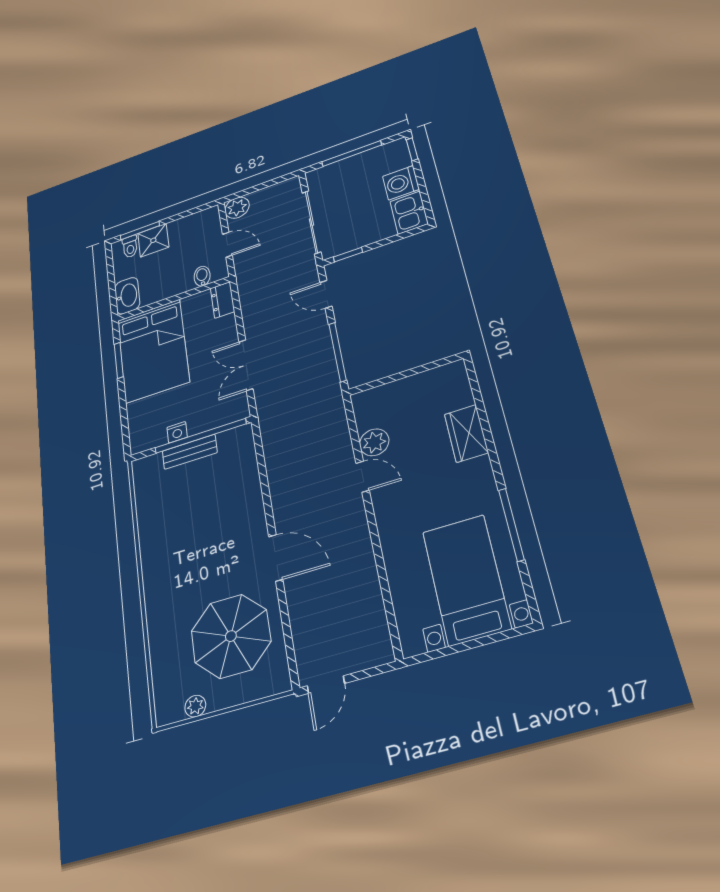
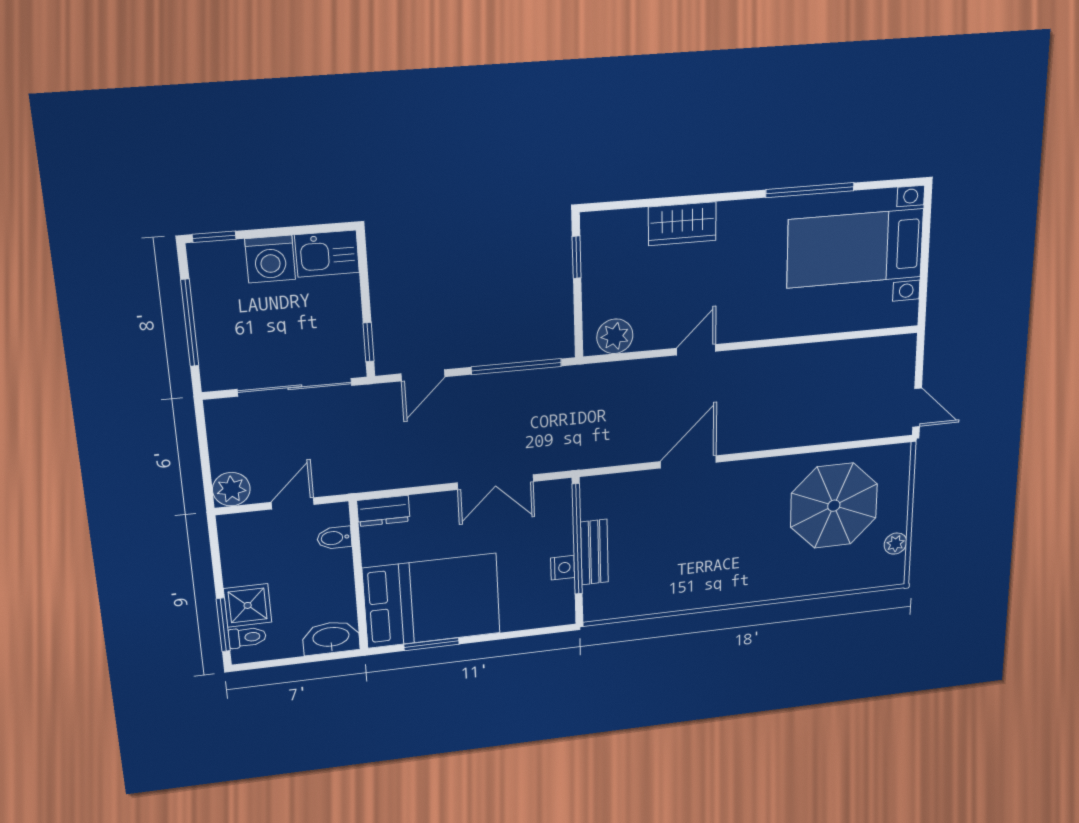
window: (428, 367) -> (577, 257), added
plant: (374, 442) -> (615, 336), moved
door: (276, 558) -> (688, 462), moved

